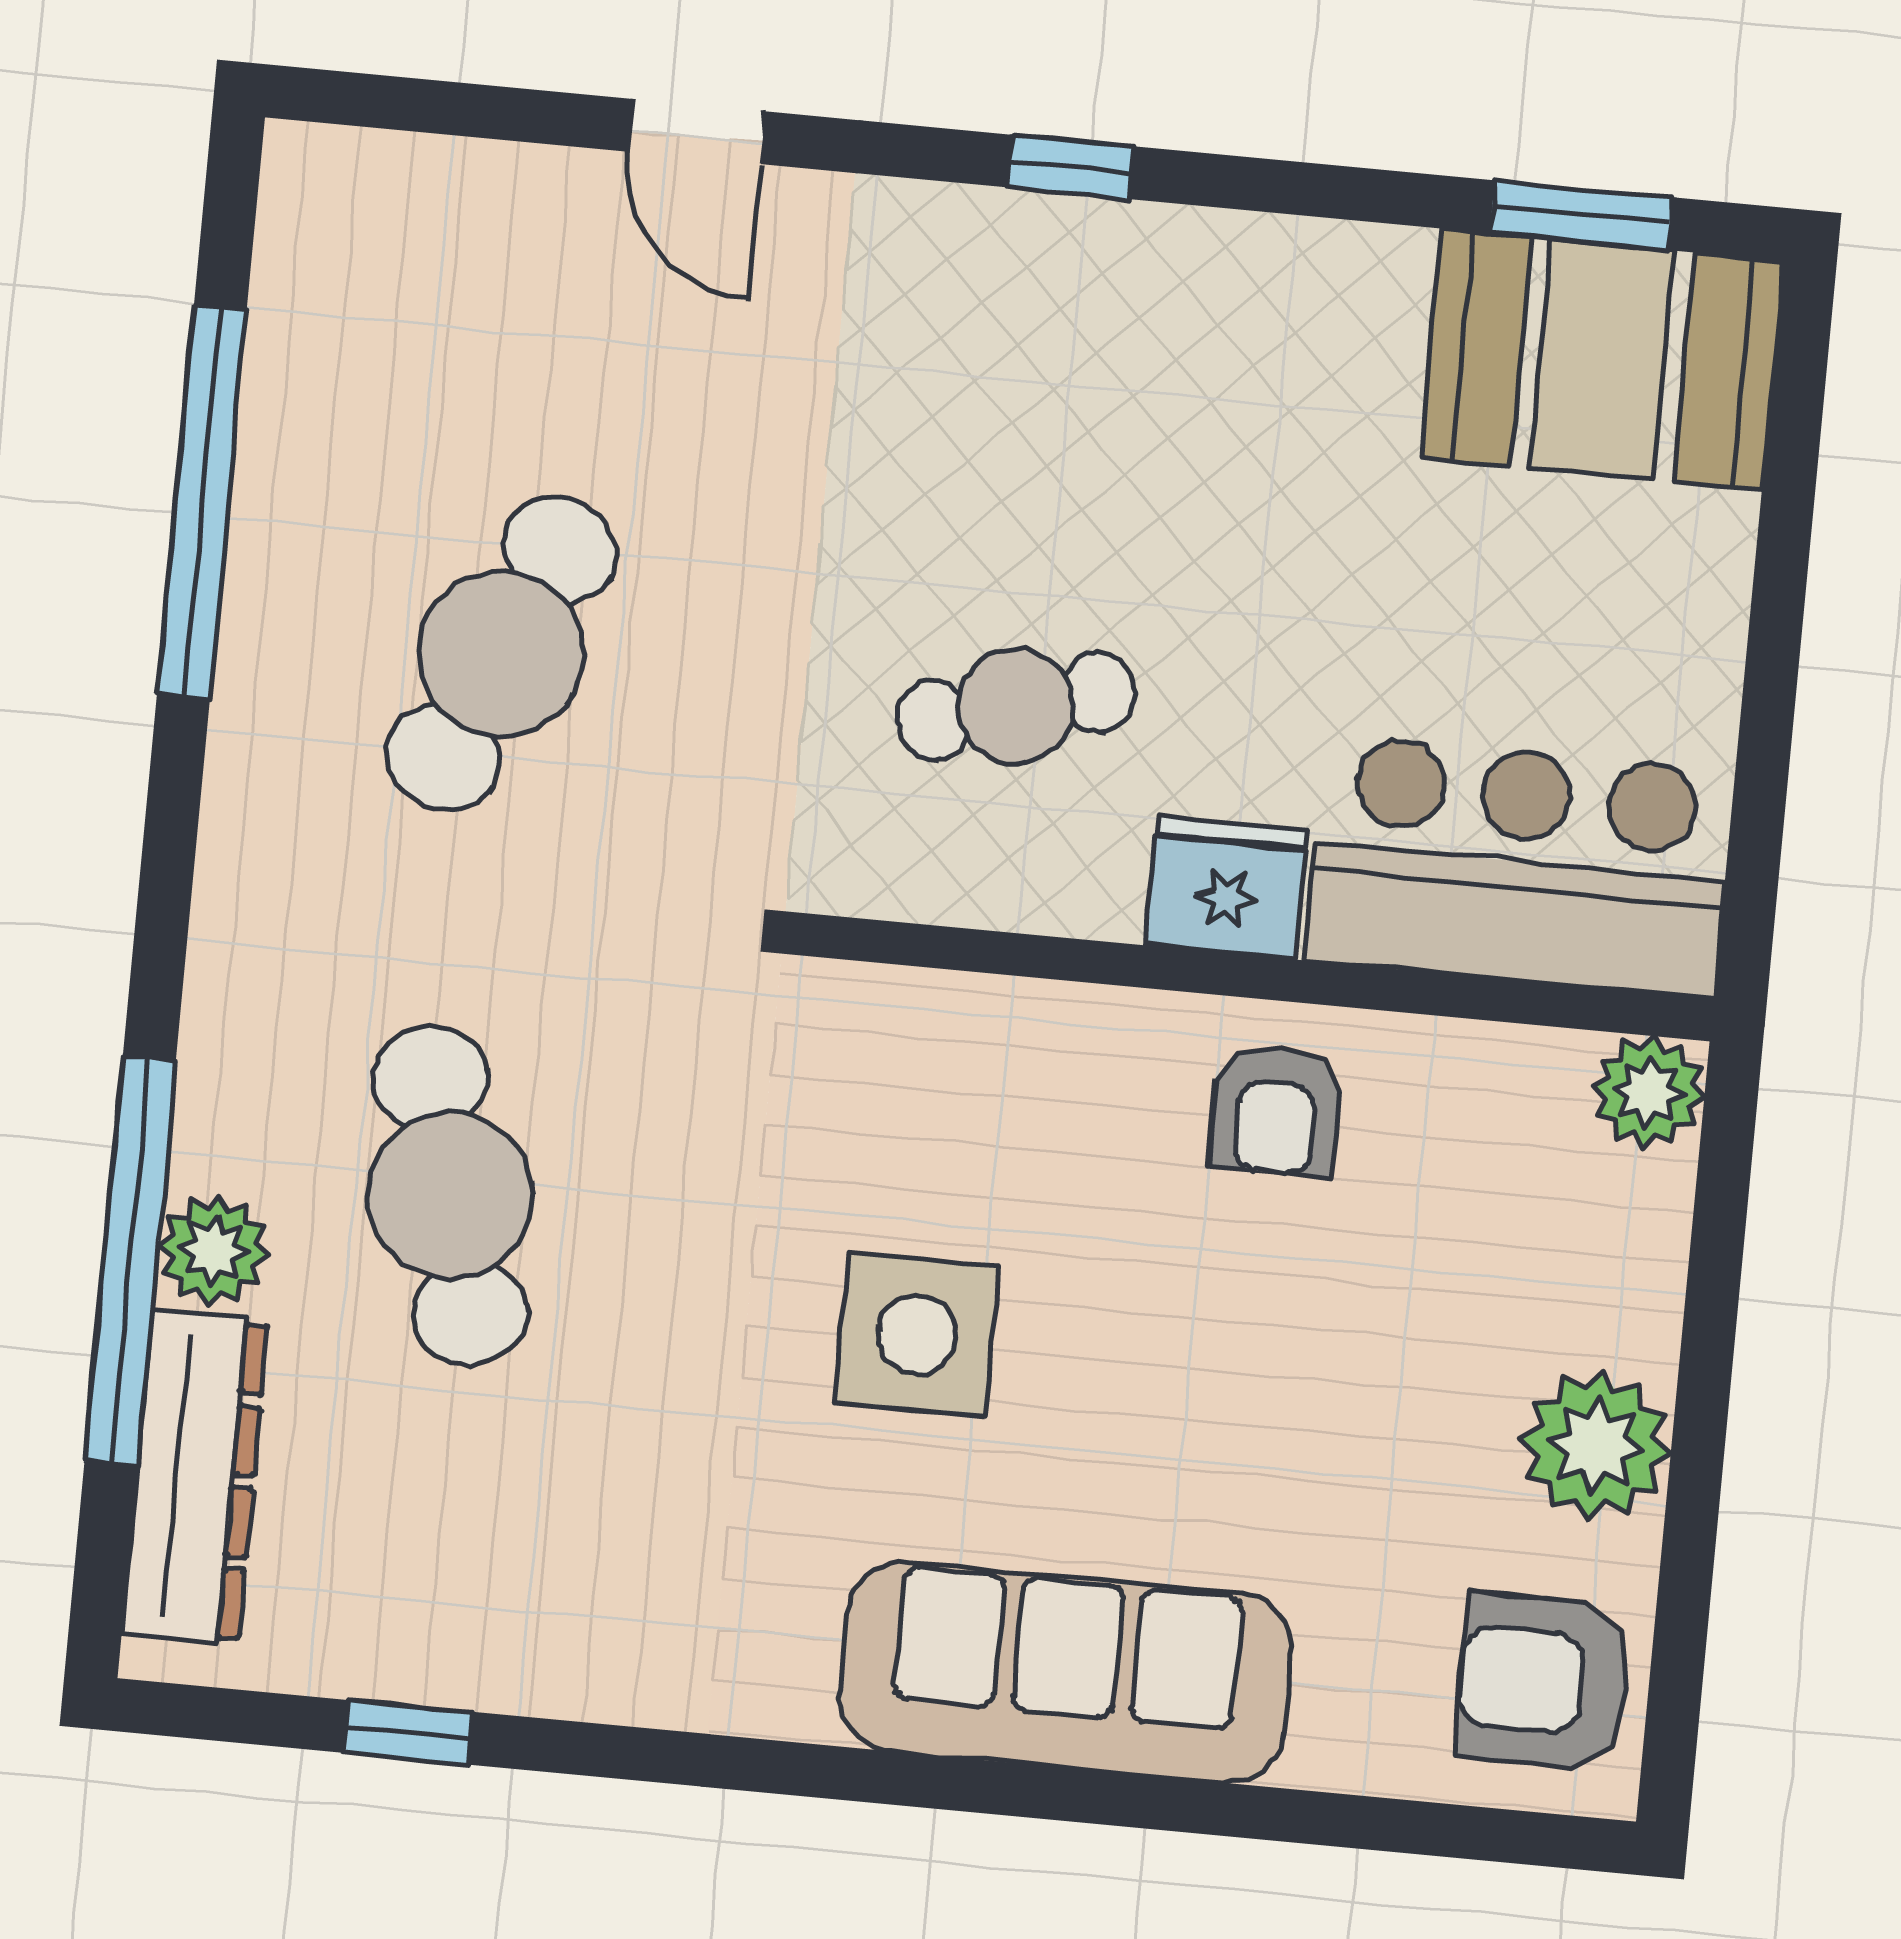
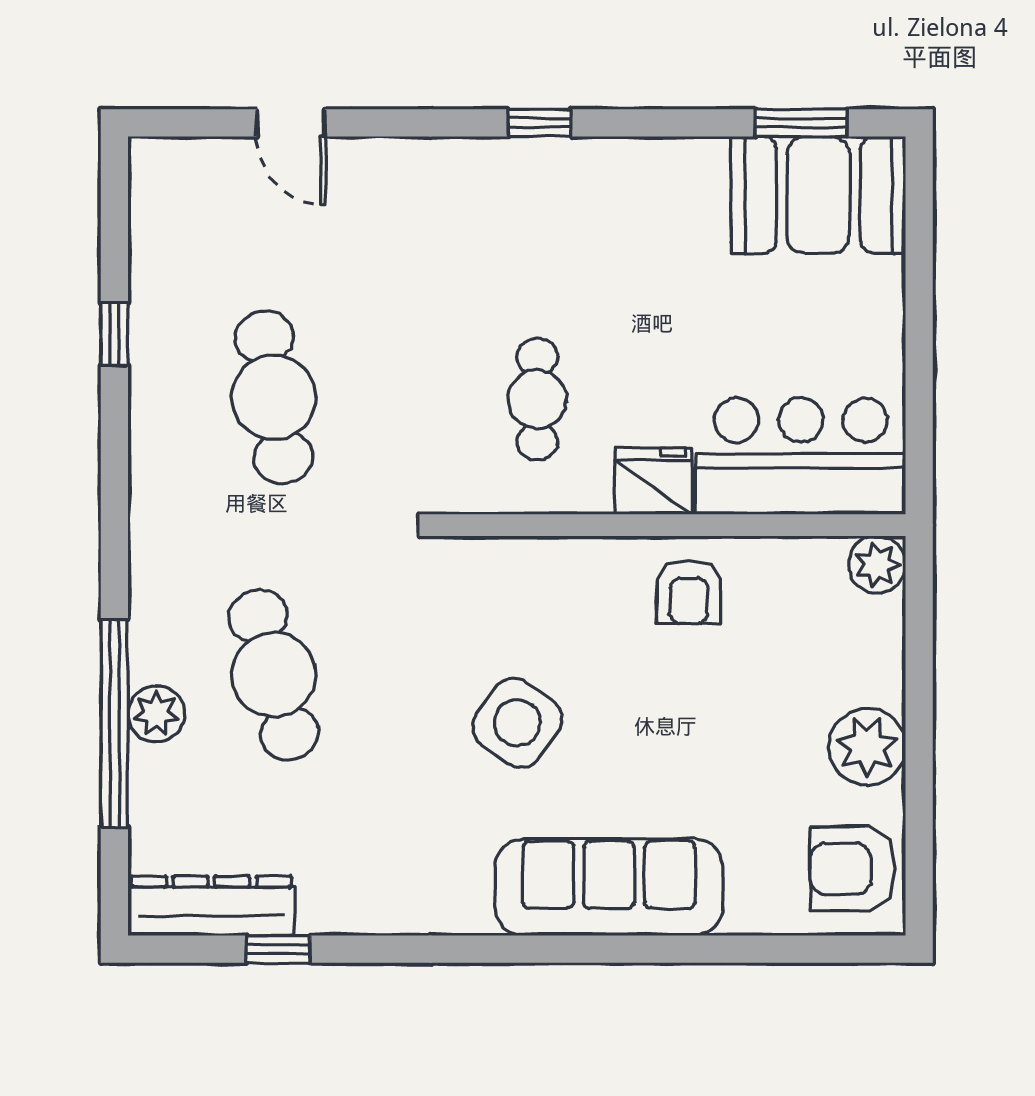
door: (696, 132) -> (291, 123), moved
window: (202, 501) -> (114, 334), width x0.32
cafe table: (501, 654) -> (274, 397), turned -33
cafe table: (1016, 706) -> (537, 399), turned -75
side table: (917, 1335) -> (517, 723), turned 35
dresser: (195, 1477) -> (211, 906), moved, turned -90

